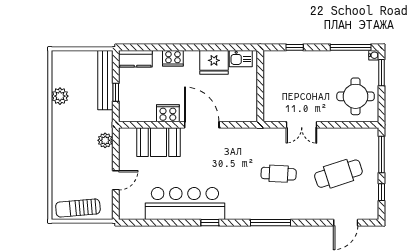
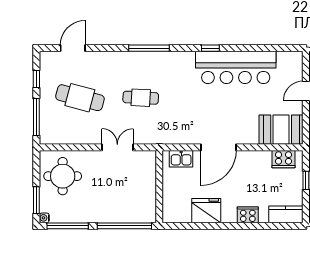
window: (295, 47) -> (124, 226), width x3.17
kitchen sink: (241, 59) -> (181, 159), moved, turned 180
cooker: (168, 113) -> (284, 159), moved
door: (202, 125) -> (219, 147), hinge flipped
booth: (158, 142) -> (281, 130), moved
cafe table: (338, 174) -> (80, 98), turned 33

